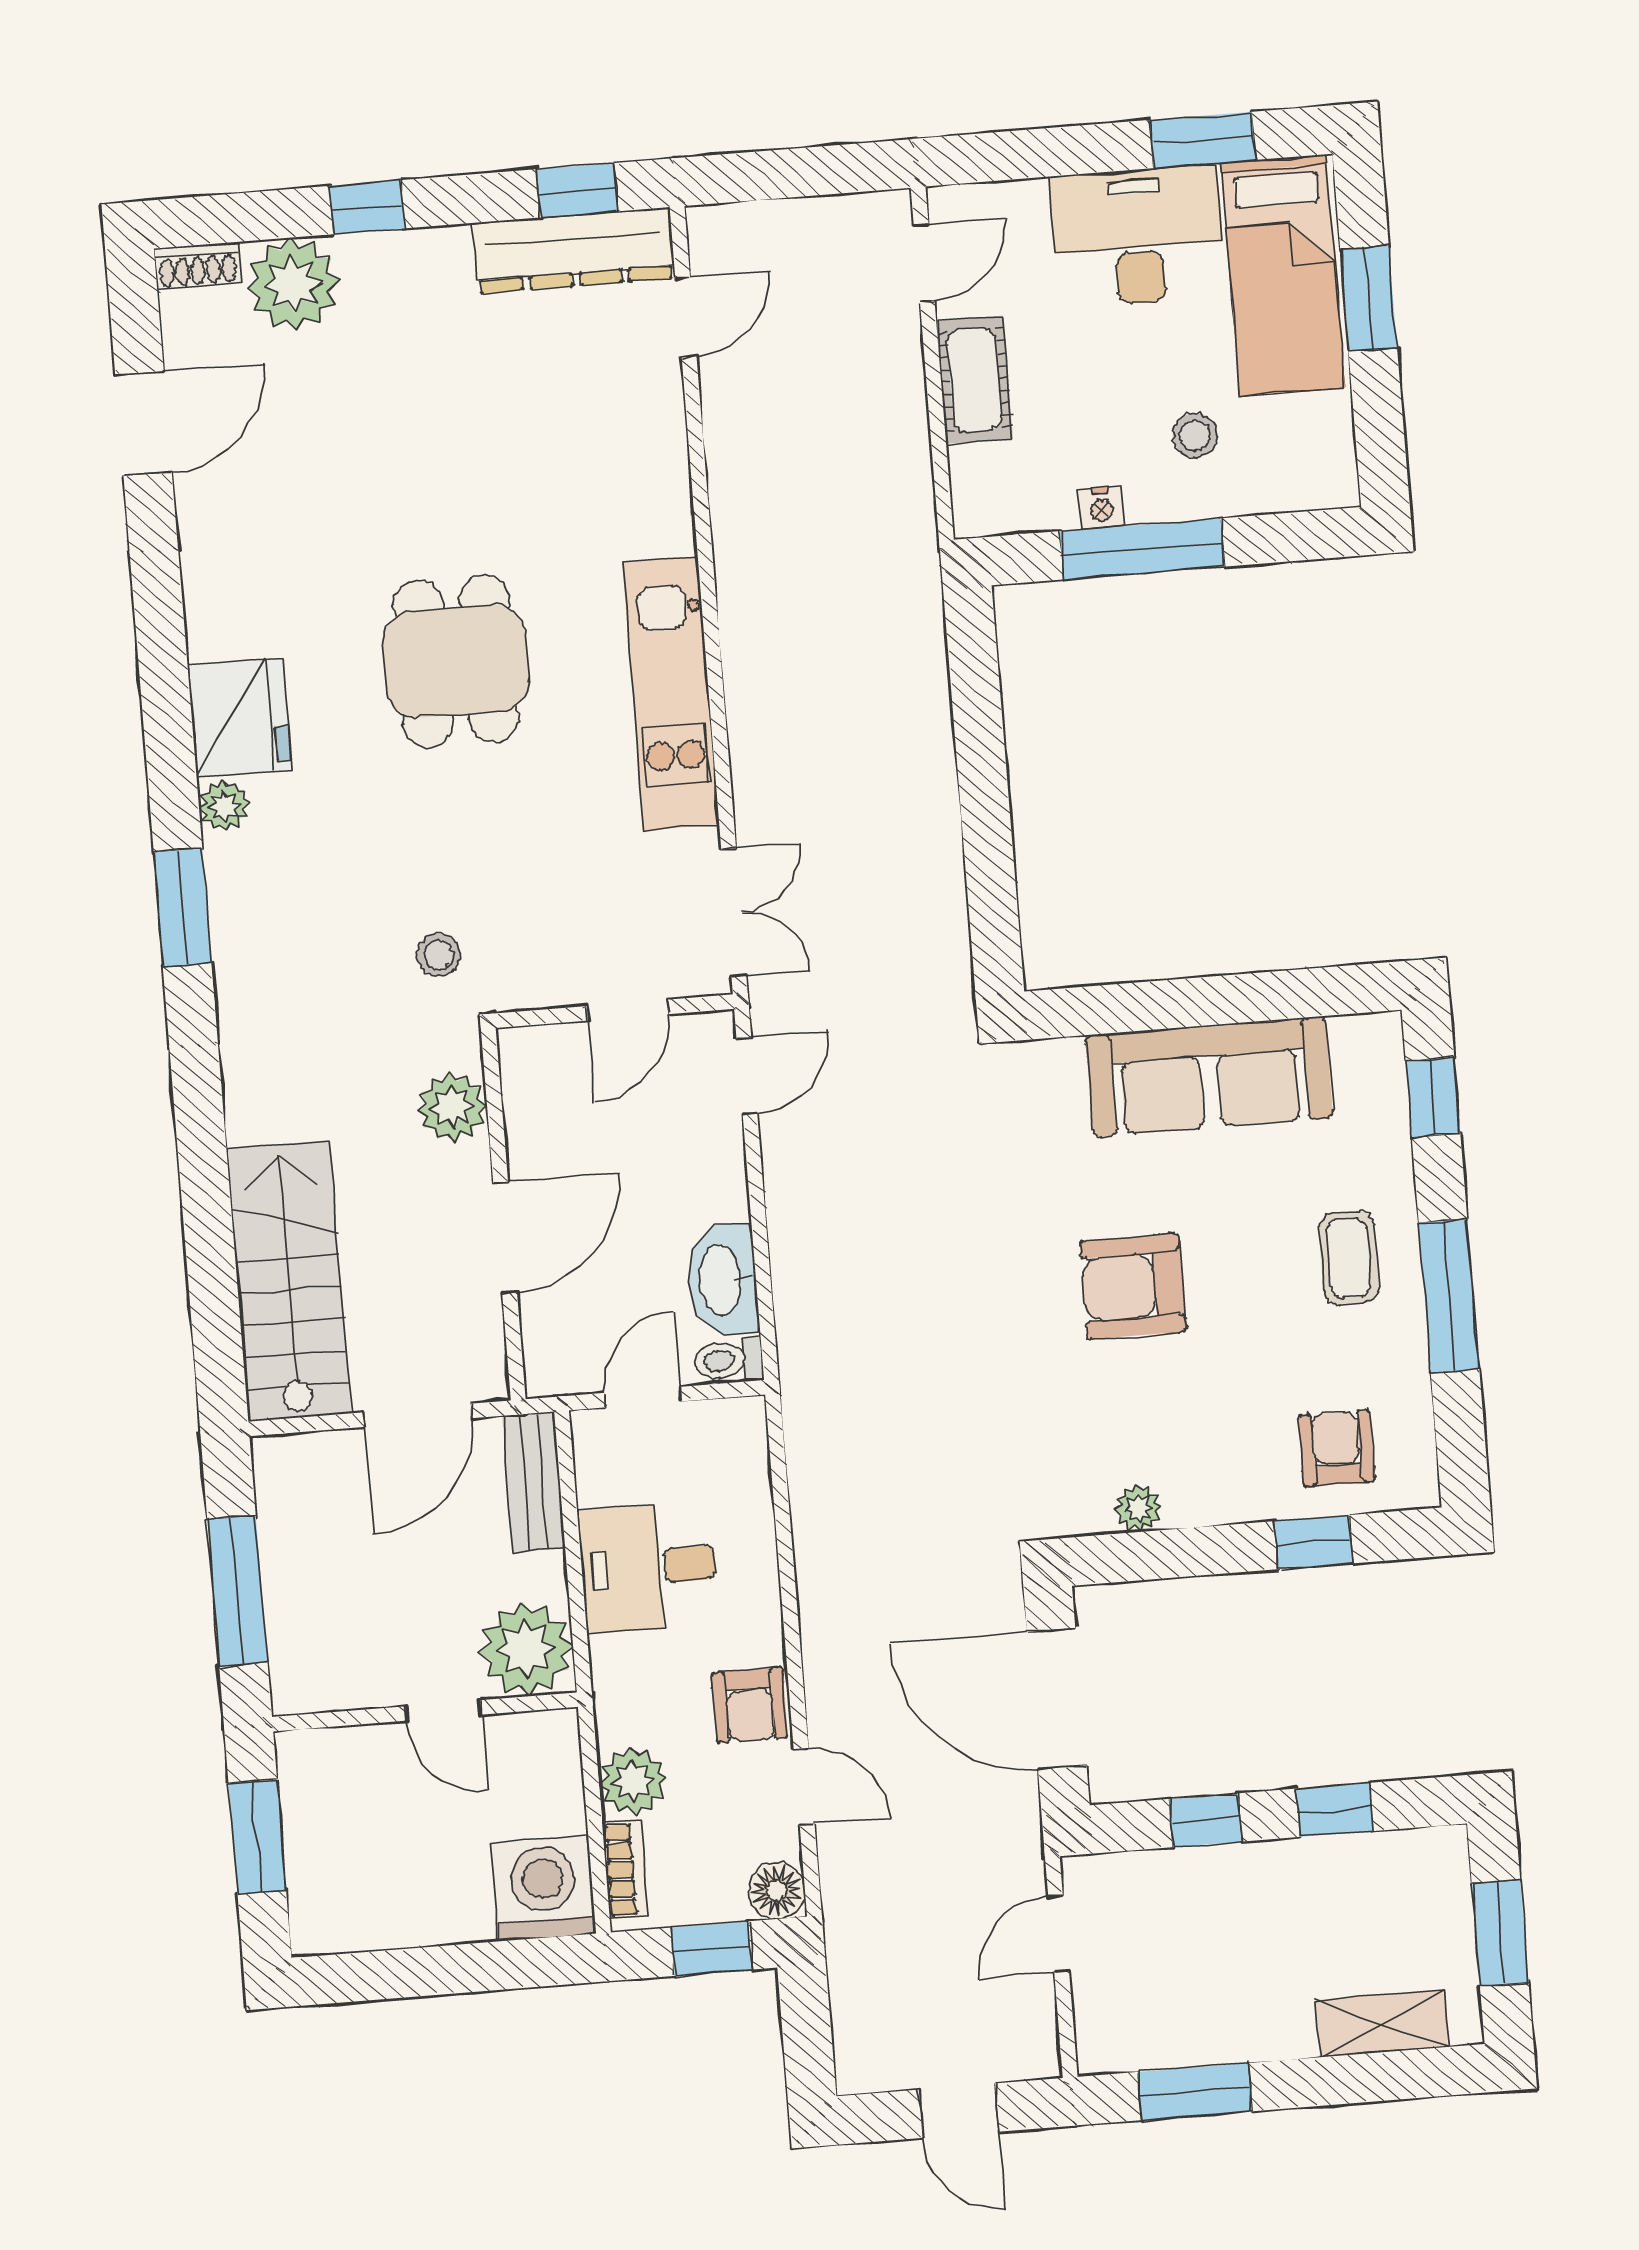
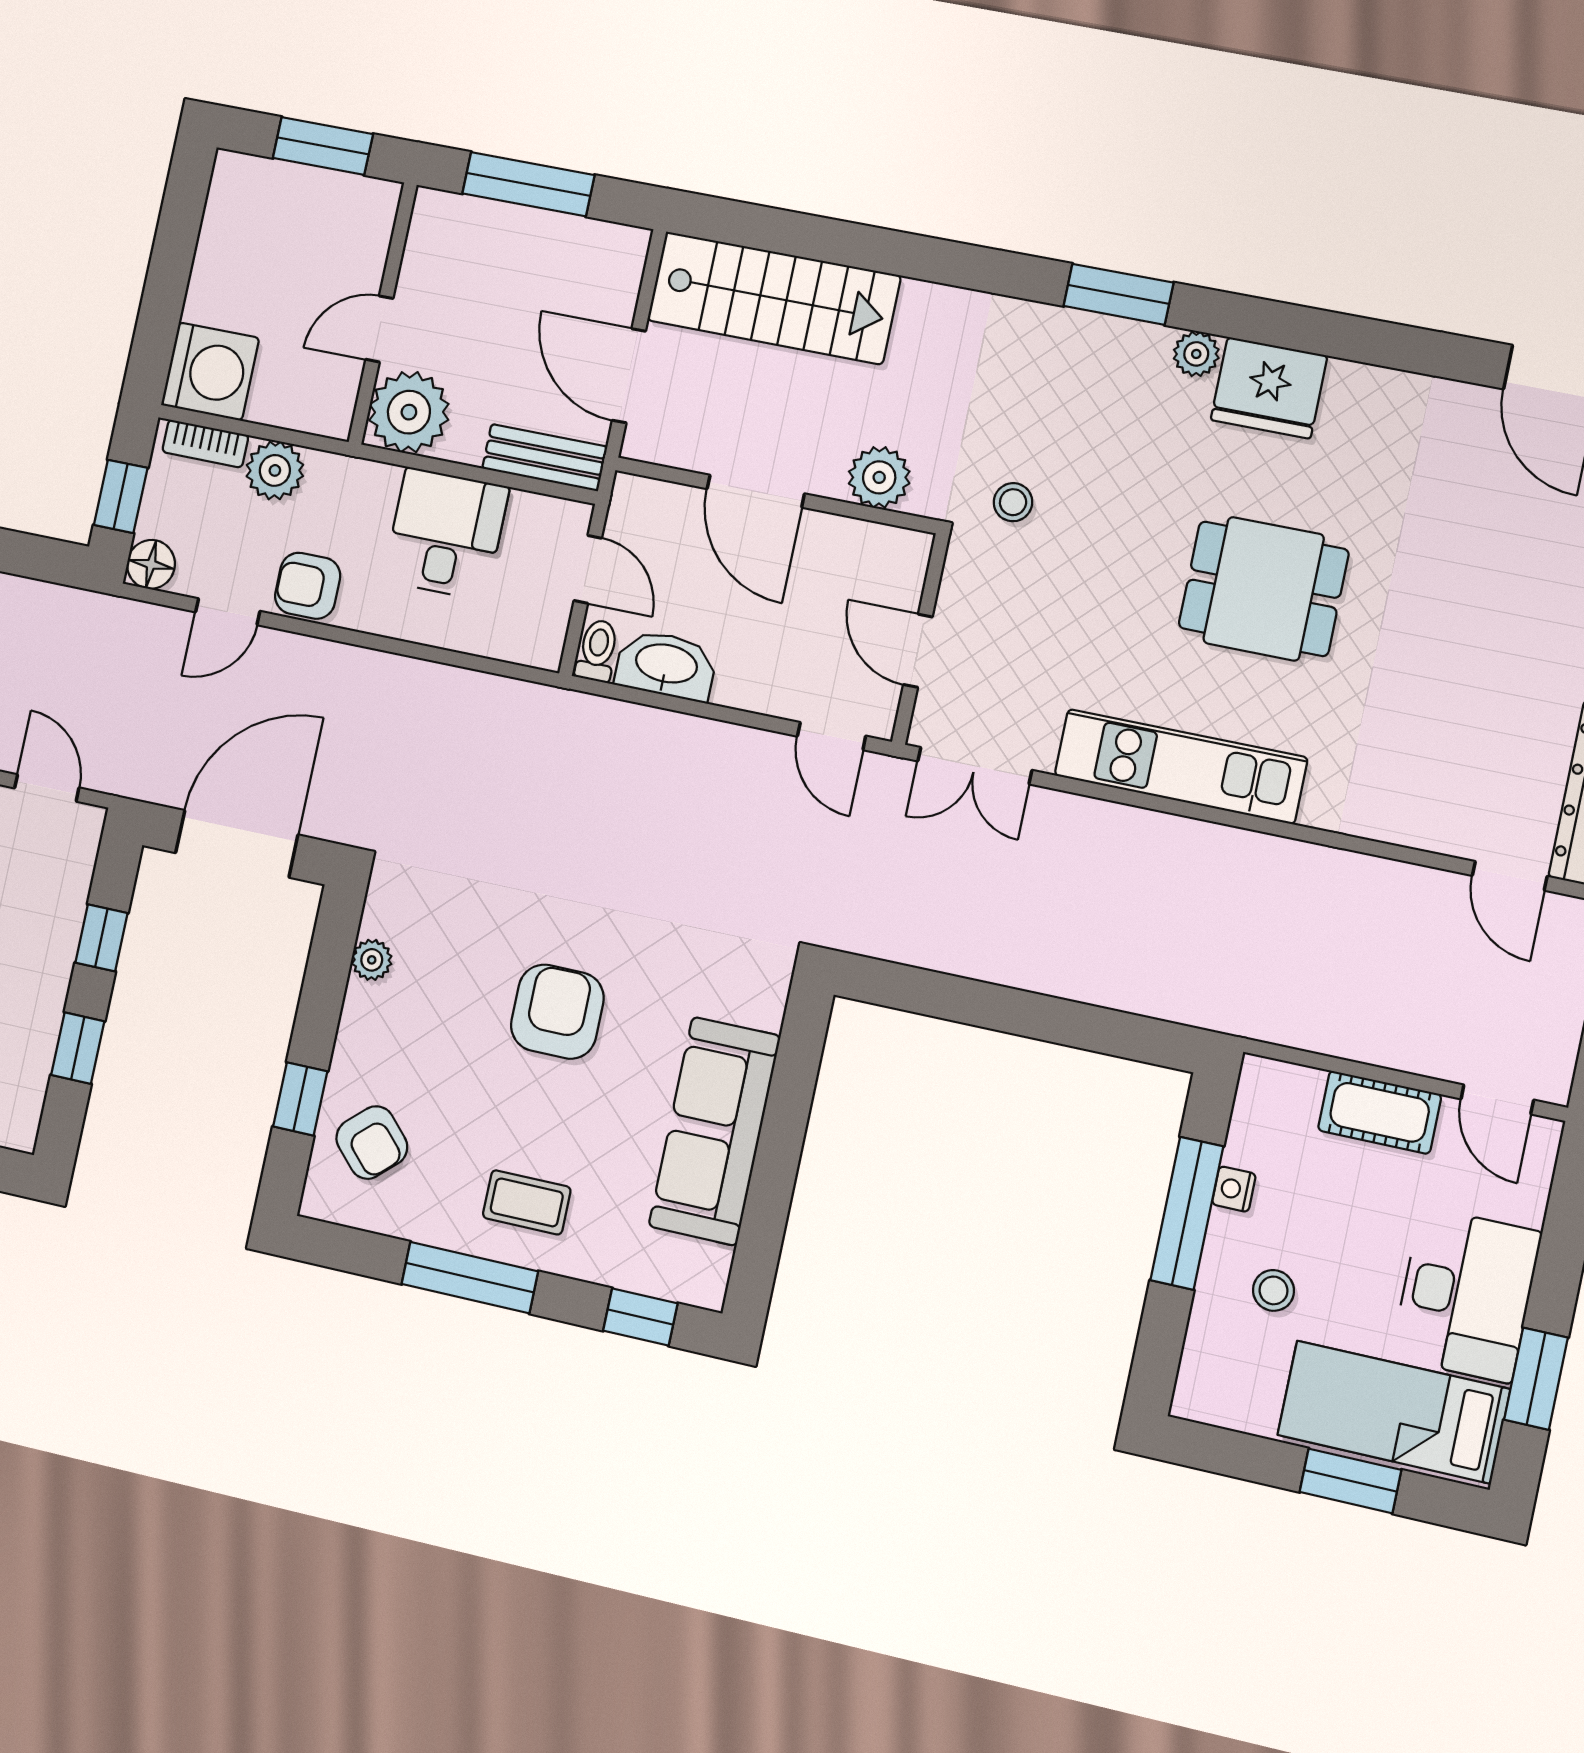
armchair: (1337, 1448) -> (372, 1143), turned 47

